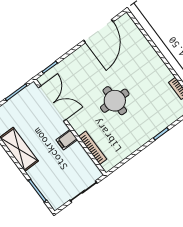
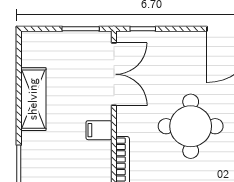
round table: (115, 101) -> (191, 126), width x1.36, depth x1.36

